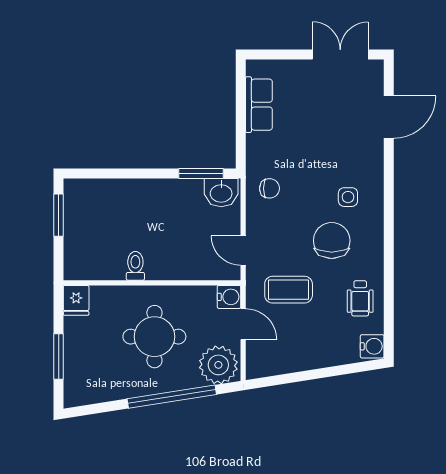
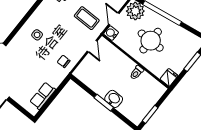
window: (201, 174) -> (104, 103), moved
washbasin: (221, 193) -> (114, 99), moved
chair: (332, 241) -> (56, 24), removed

